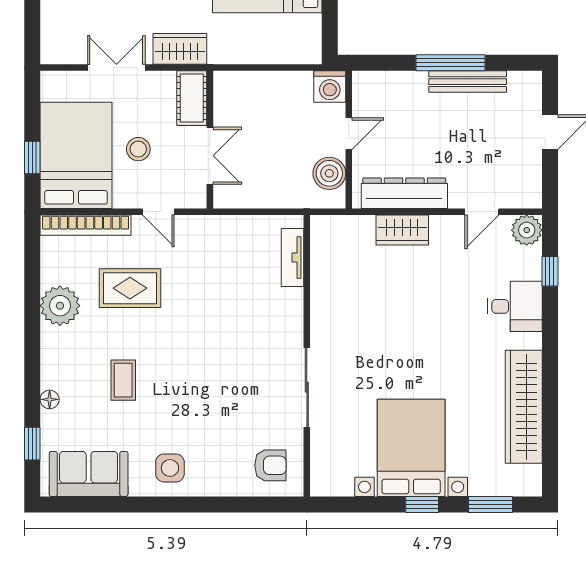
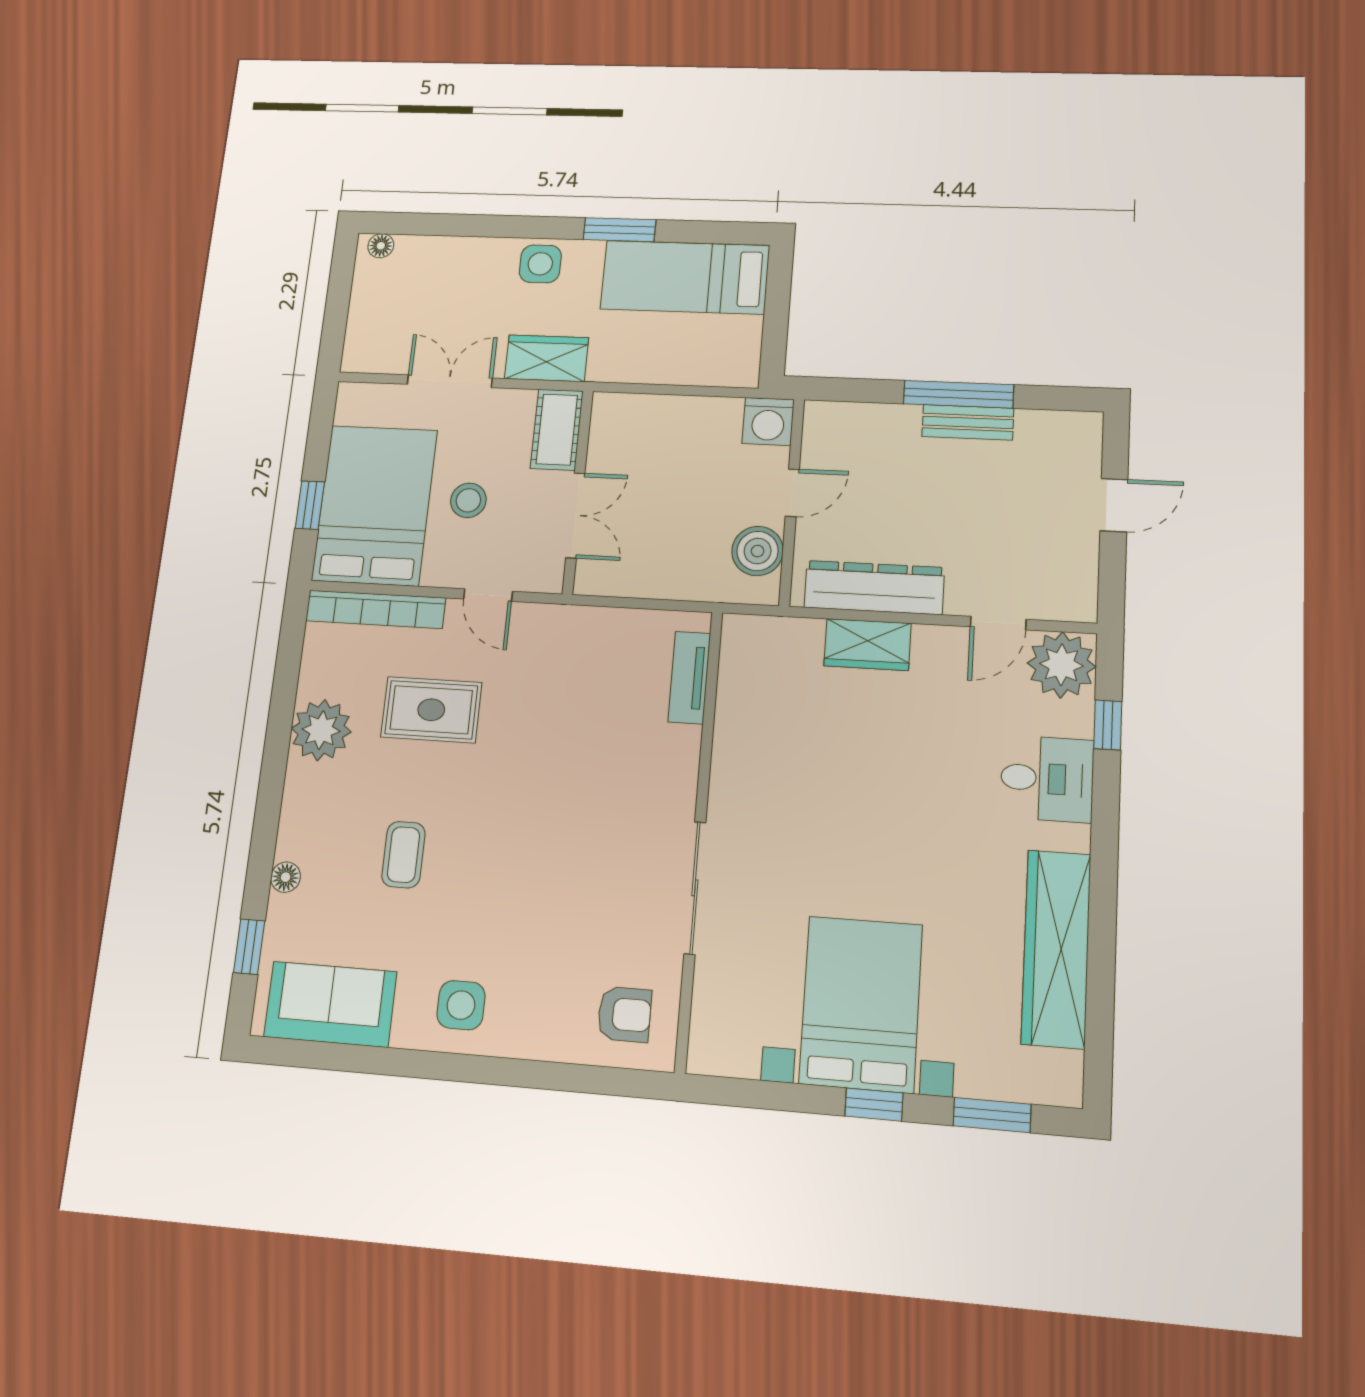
bench: (468, 82) -> (968, 422), width x0.73
plant: (527, 230) -> (1061, 665), width x1.36, depth x1.36

